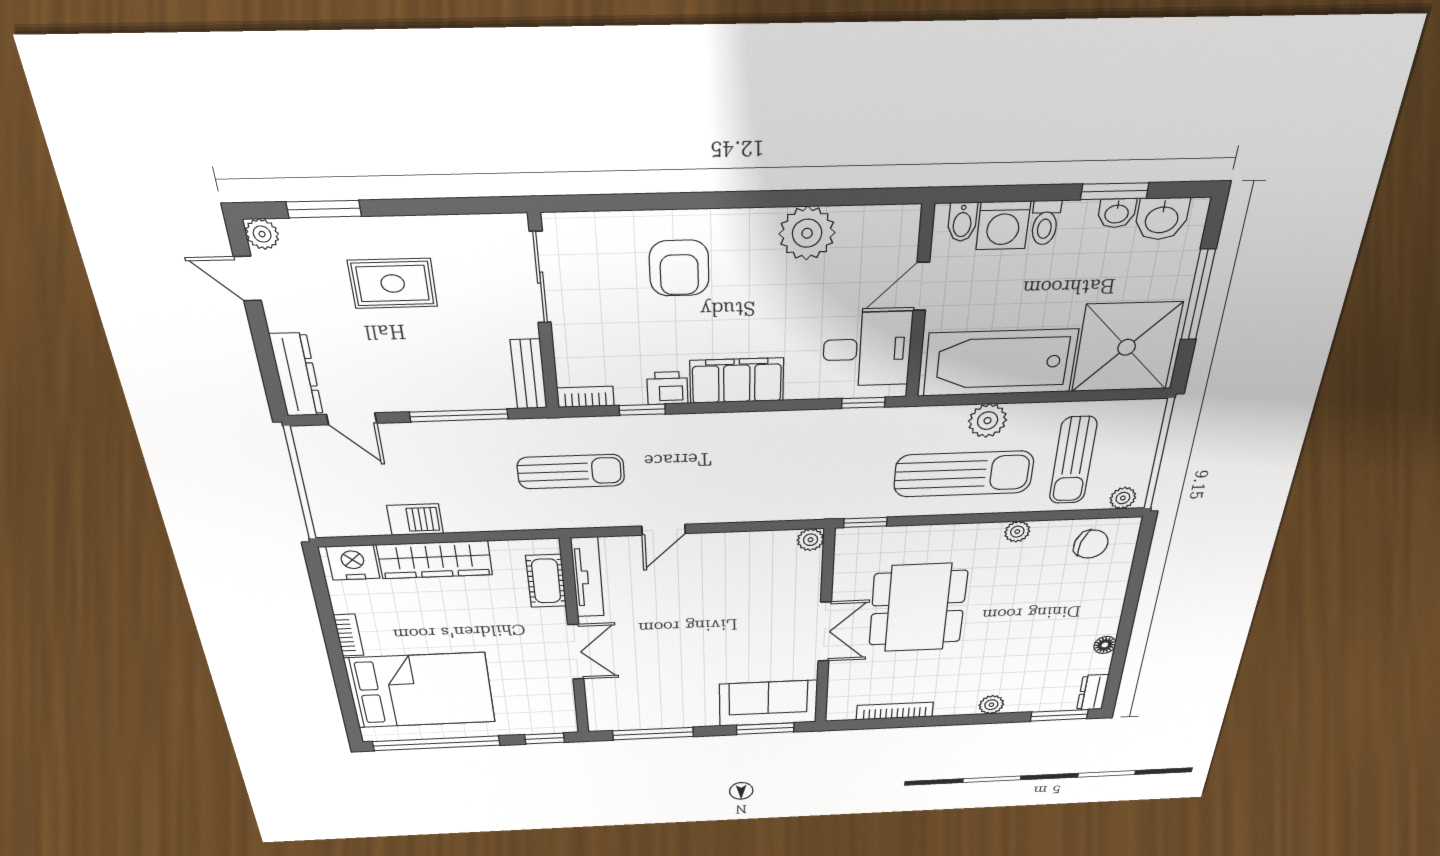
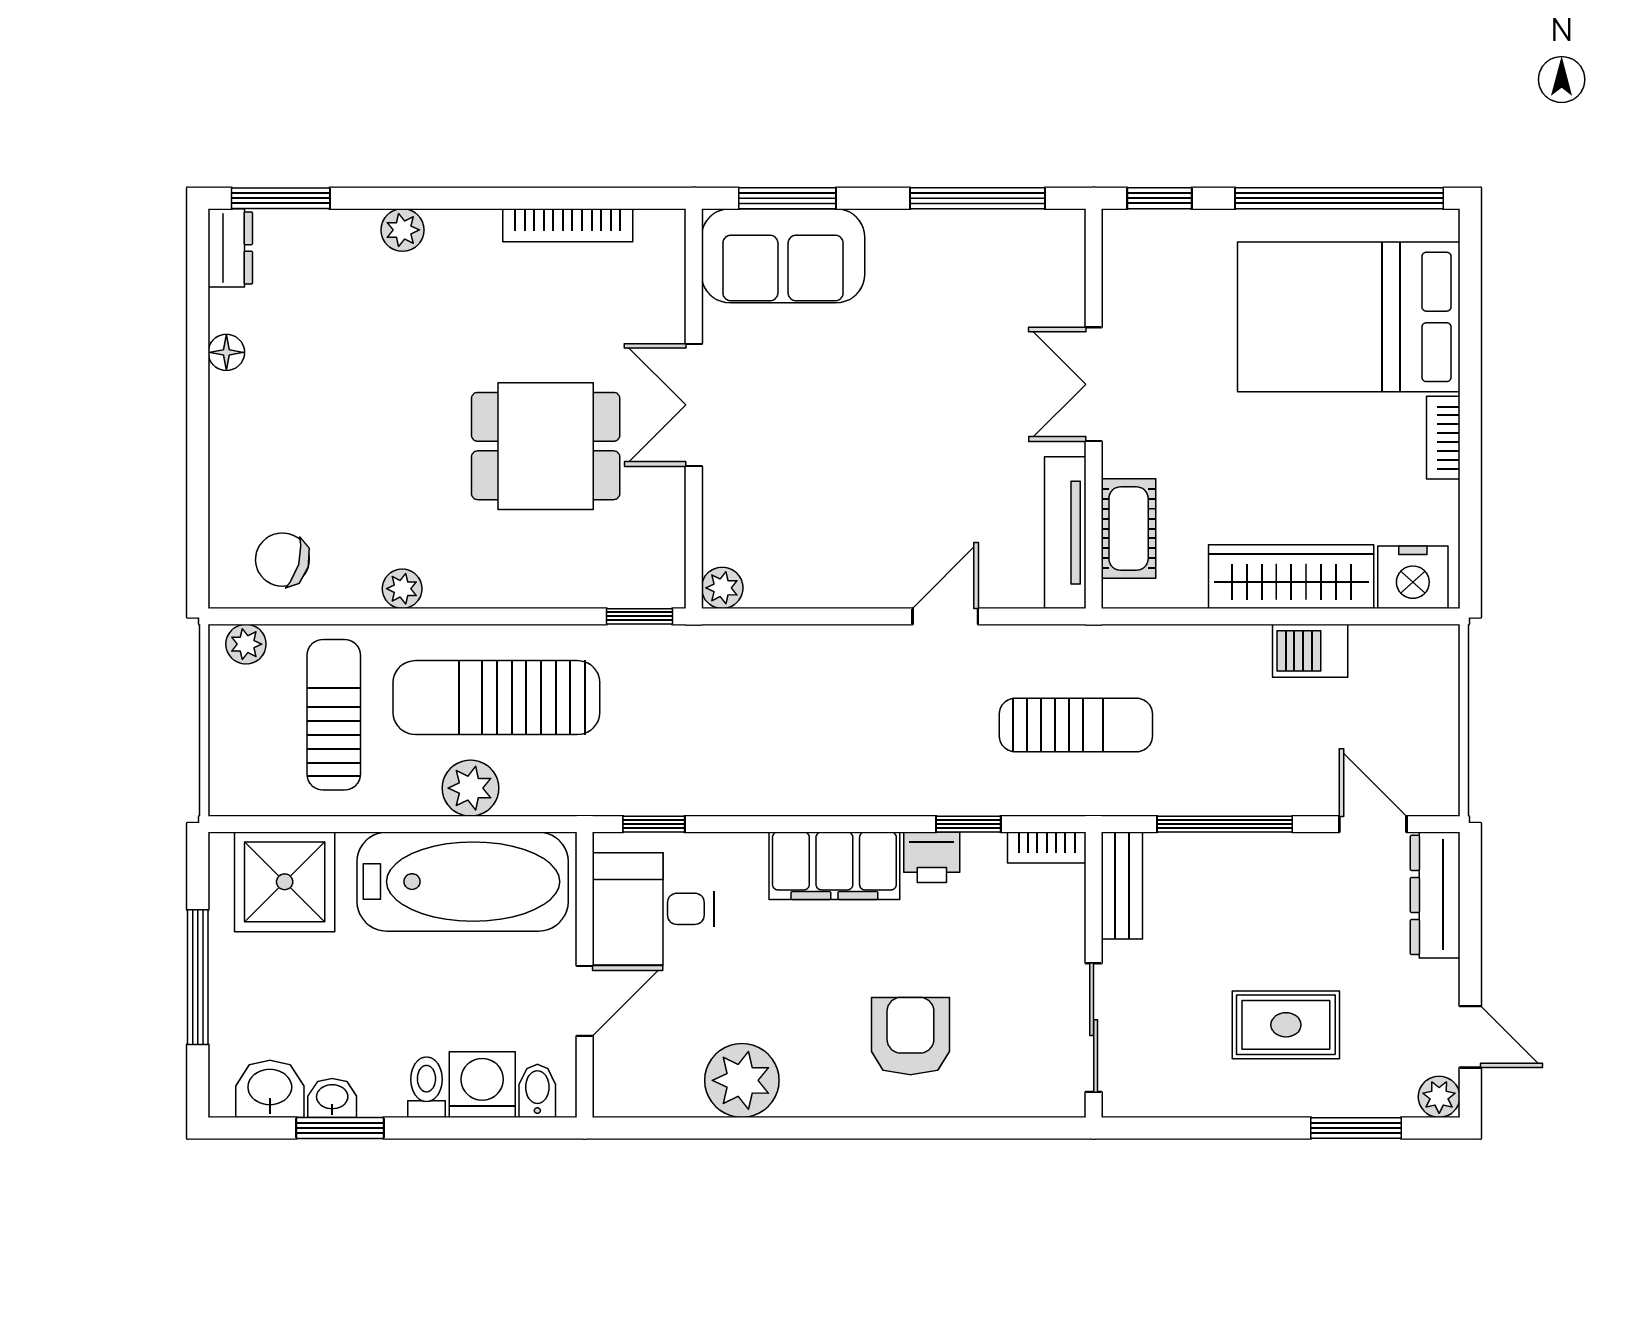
shower: (1127, 347) -> (285, 882), width x0.73, depth x0.73
sun lounger: (571, 472) -> (1076, 725), turned 180
dining table: (918, 608) -> (546, 446), width x0.73

